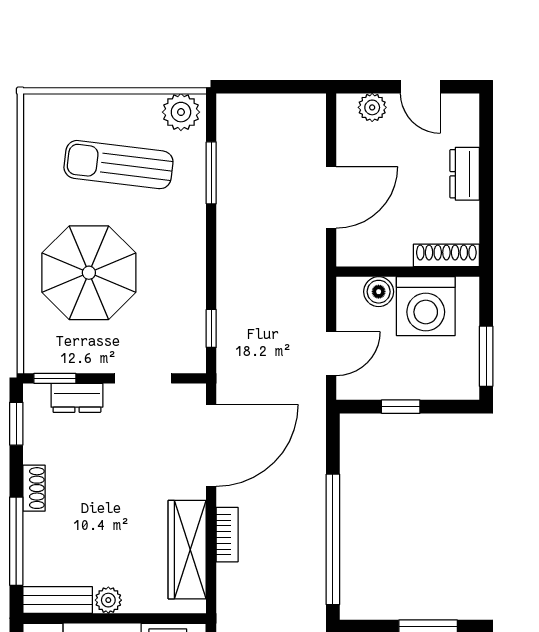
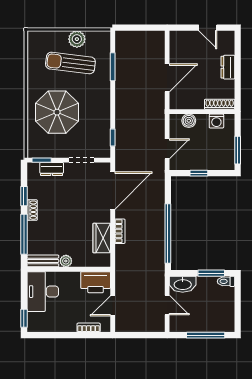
plant: (372, 107) -> (186, 37), removed
plant: (181, 112) -> (77, 39), moved
washing machine: (426, 306) -> (216, 121), width x0.53, depth x0.53
window: (16, 424) -> (24, 196), moved
wardrobe: (187, 550) -> (102, 238), width x0.67

